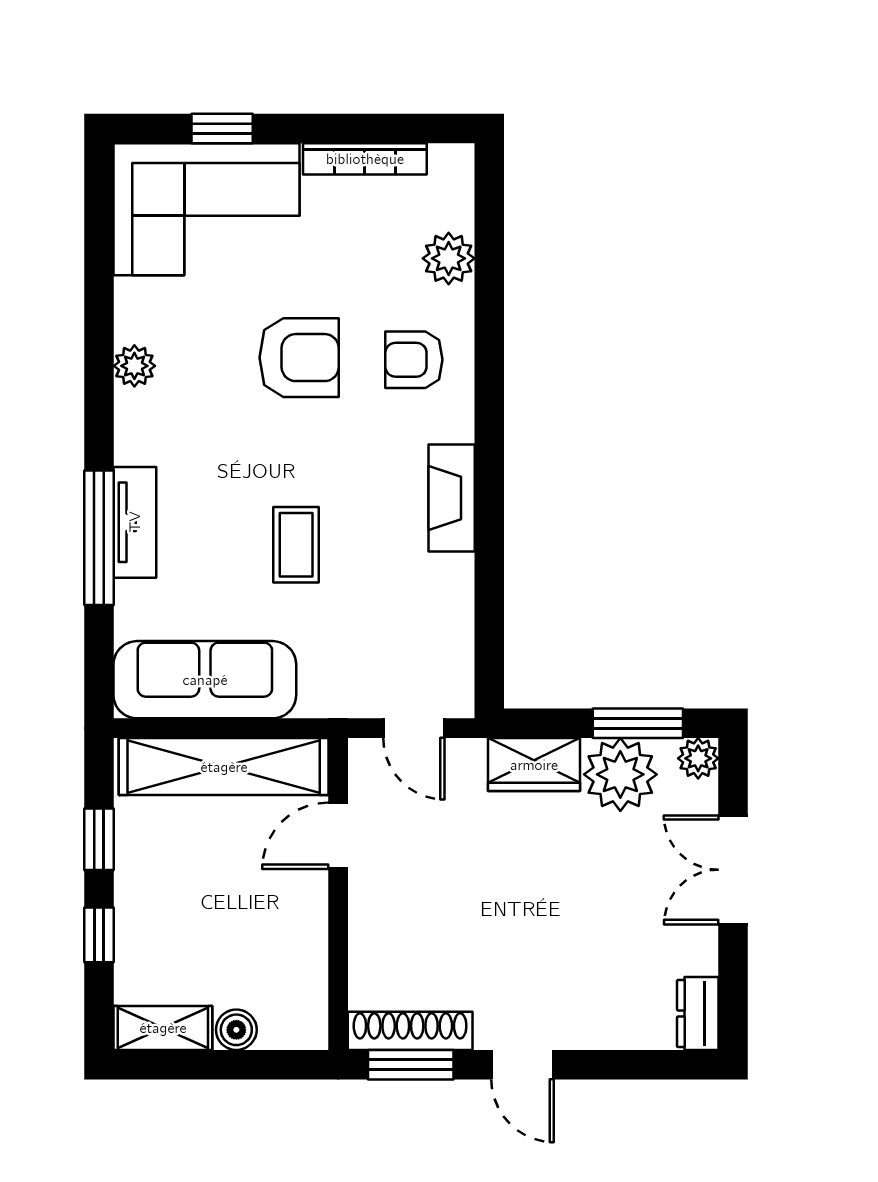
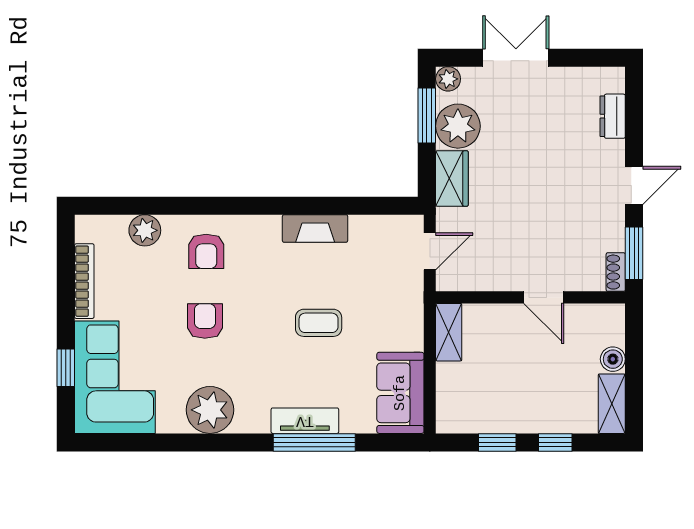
armchair: (299, 358) -> (205, 321), width x0.72, depth x0.72
plant: (134, 366) -> (210, 410), width x1.88, depth x1.88
fireplace: (452, 498) -> (315, 228), moved
sofa: (205, 680) -> (400, 393), width x0.73
shelving: (224, 767) -> (449, 332), width x0.45, depth x0.75
door: (338, 836) -> (544, 297), moved
double door: (733, 870) -> (516, 58), swing flipped
dresser: (698, 1013) -> (613, 116), moved, turned 90
shoe rack: (410, 1031) -> (616, 272), width x0.51, depth x0.81

